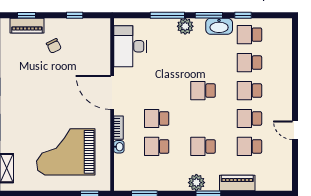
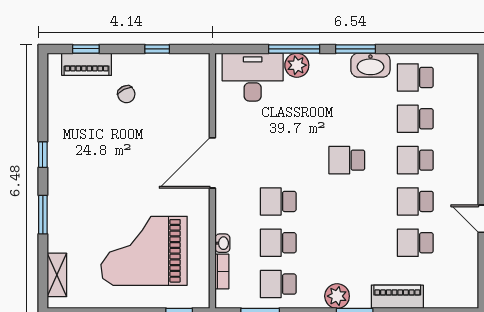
window: (243, 15) -> (406, 49), removed
plant: (185, 26) -> (297, 65), moved
desk: (130, 46) -> (253, 77), moved, turned 90
door: (112, 92) -> (212, 163), hinge flipped
bookcase: (119, 128) -> (222, 271), moved
school desk: (203, 146) -> (278, 284), moved

